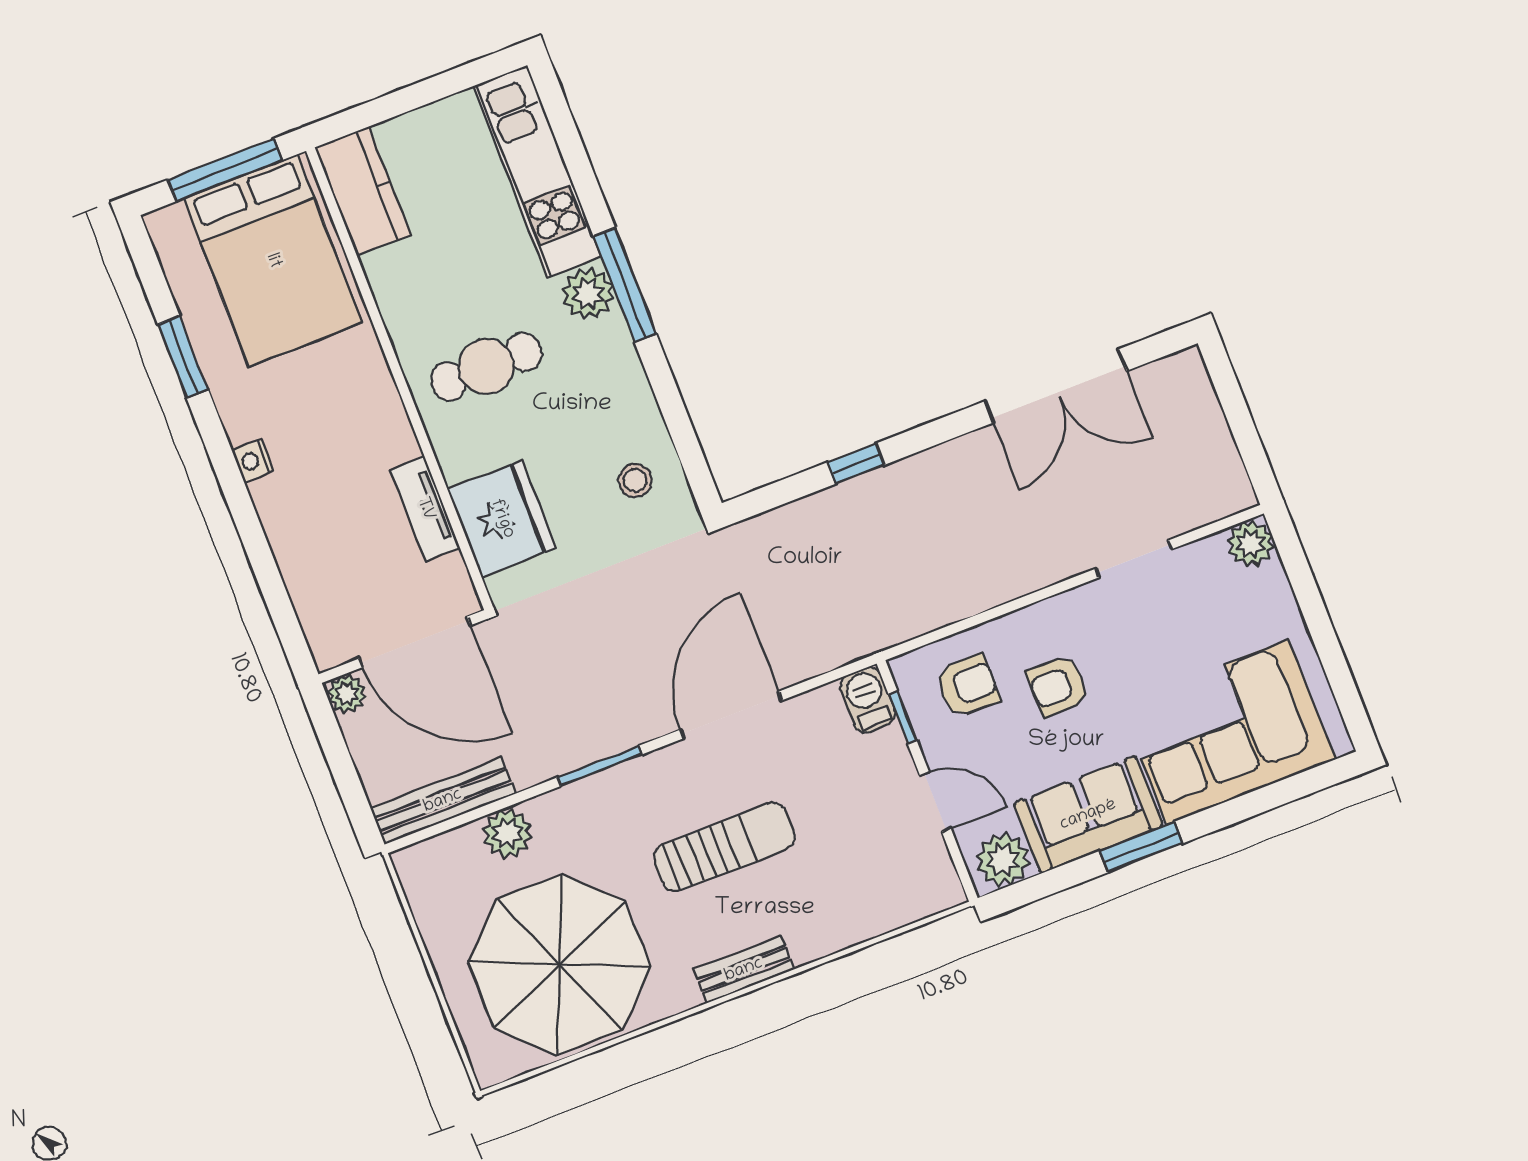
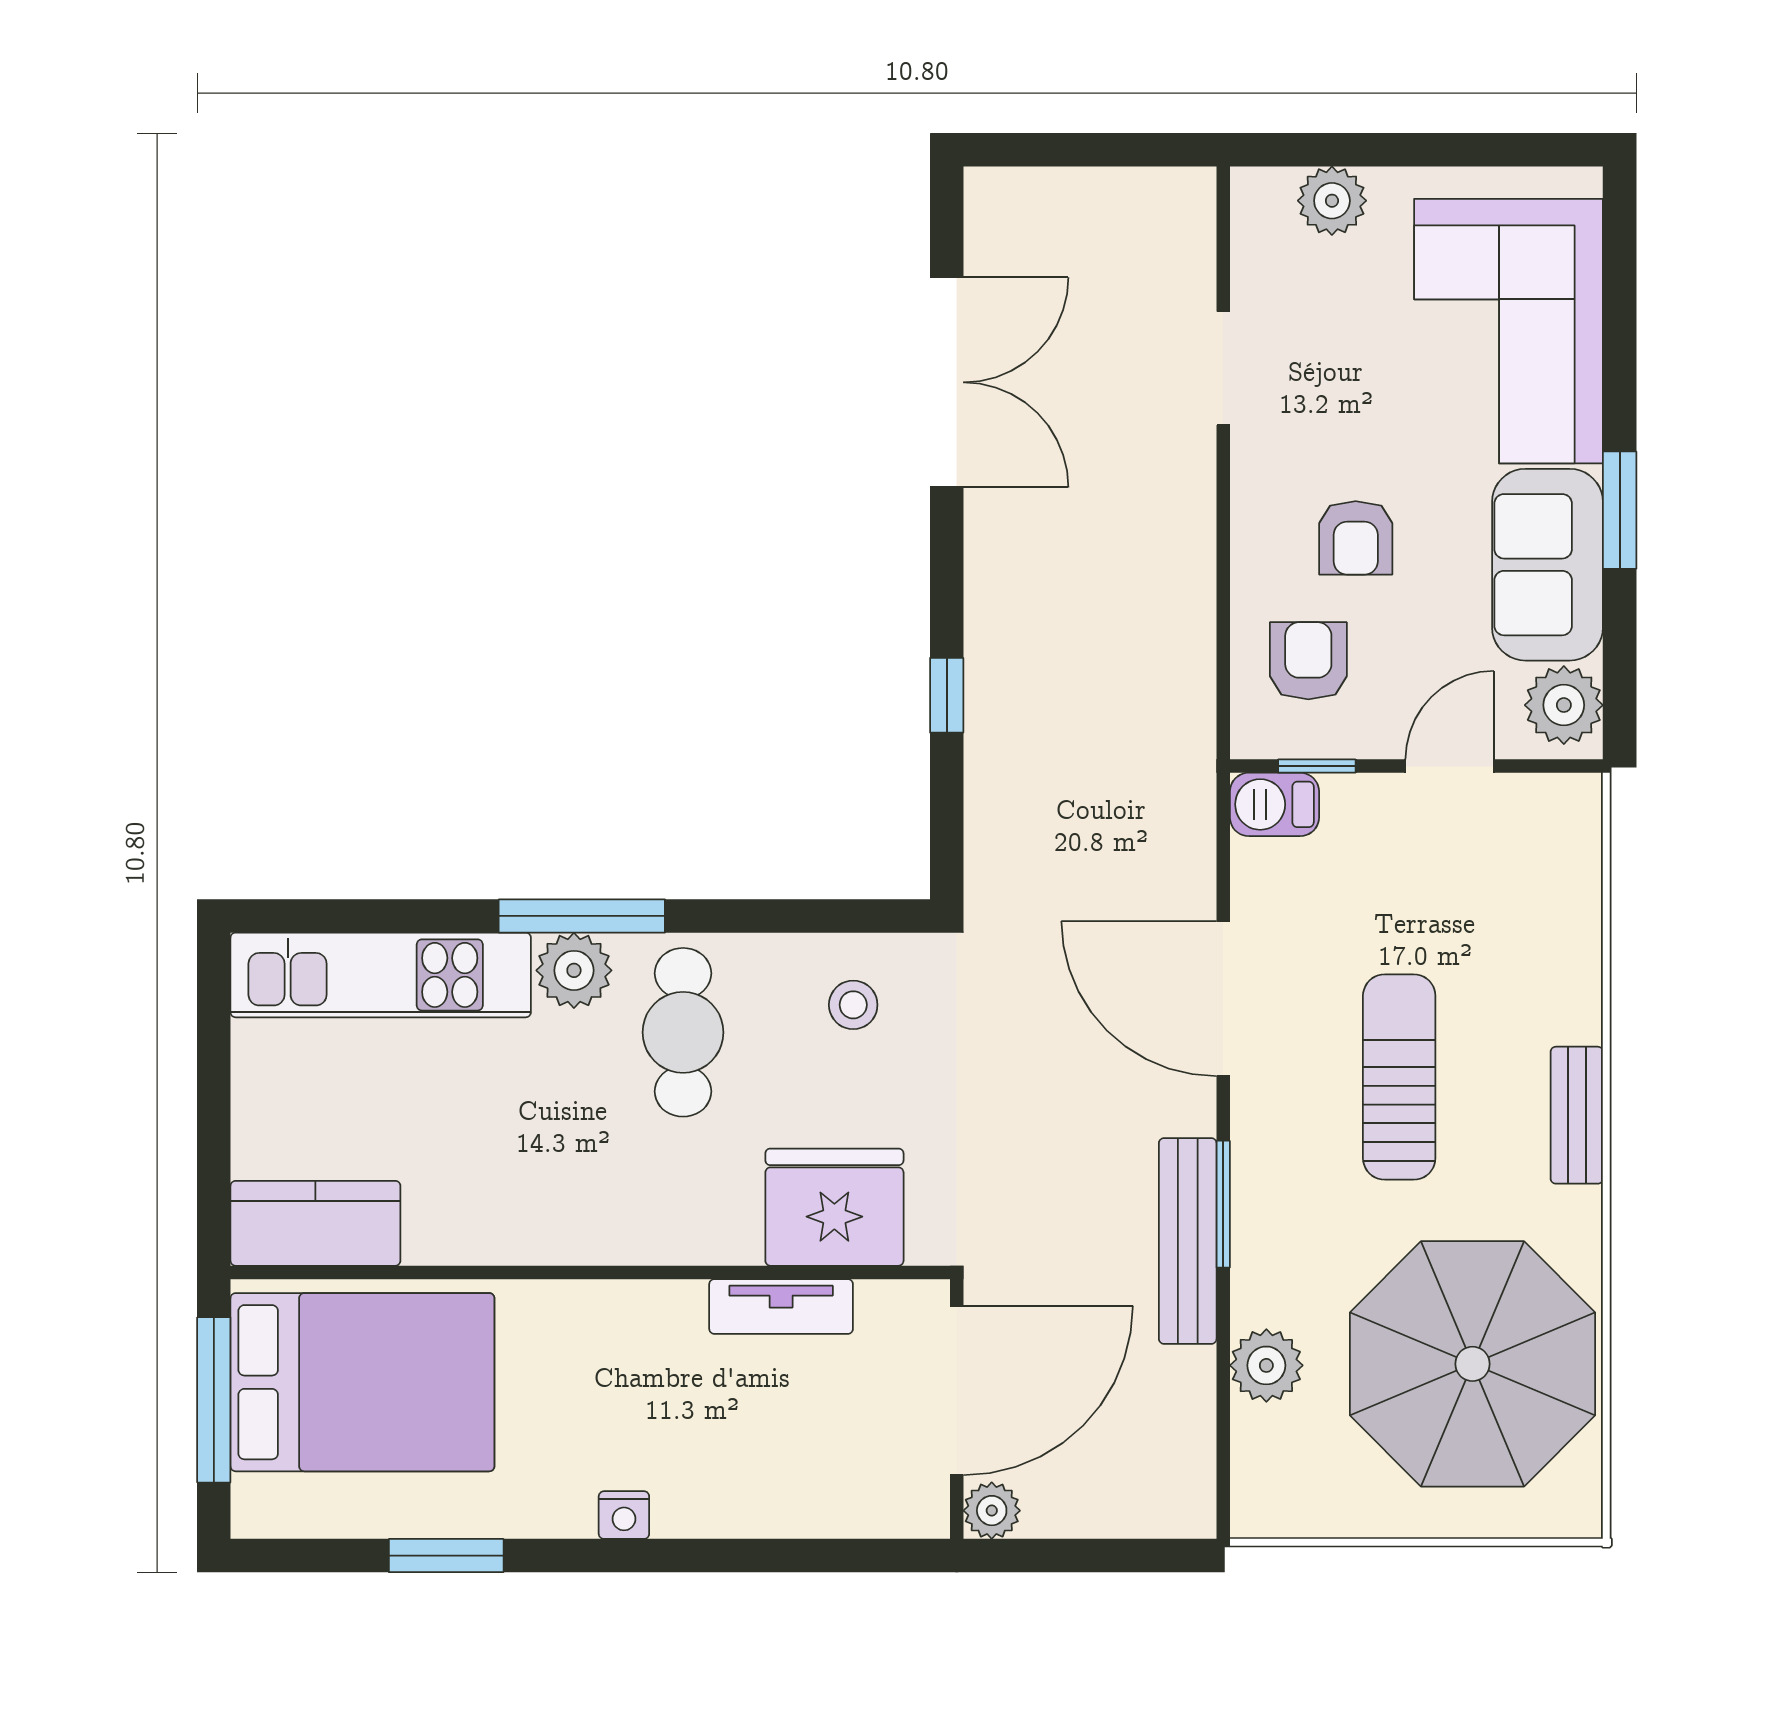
cafe table: (486, 367) -> (683, 1032), moved
plant: (1250, 544) -> (1332, 201), moved
bench: (443, 801) -> (1188, 1241), moved

